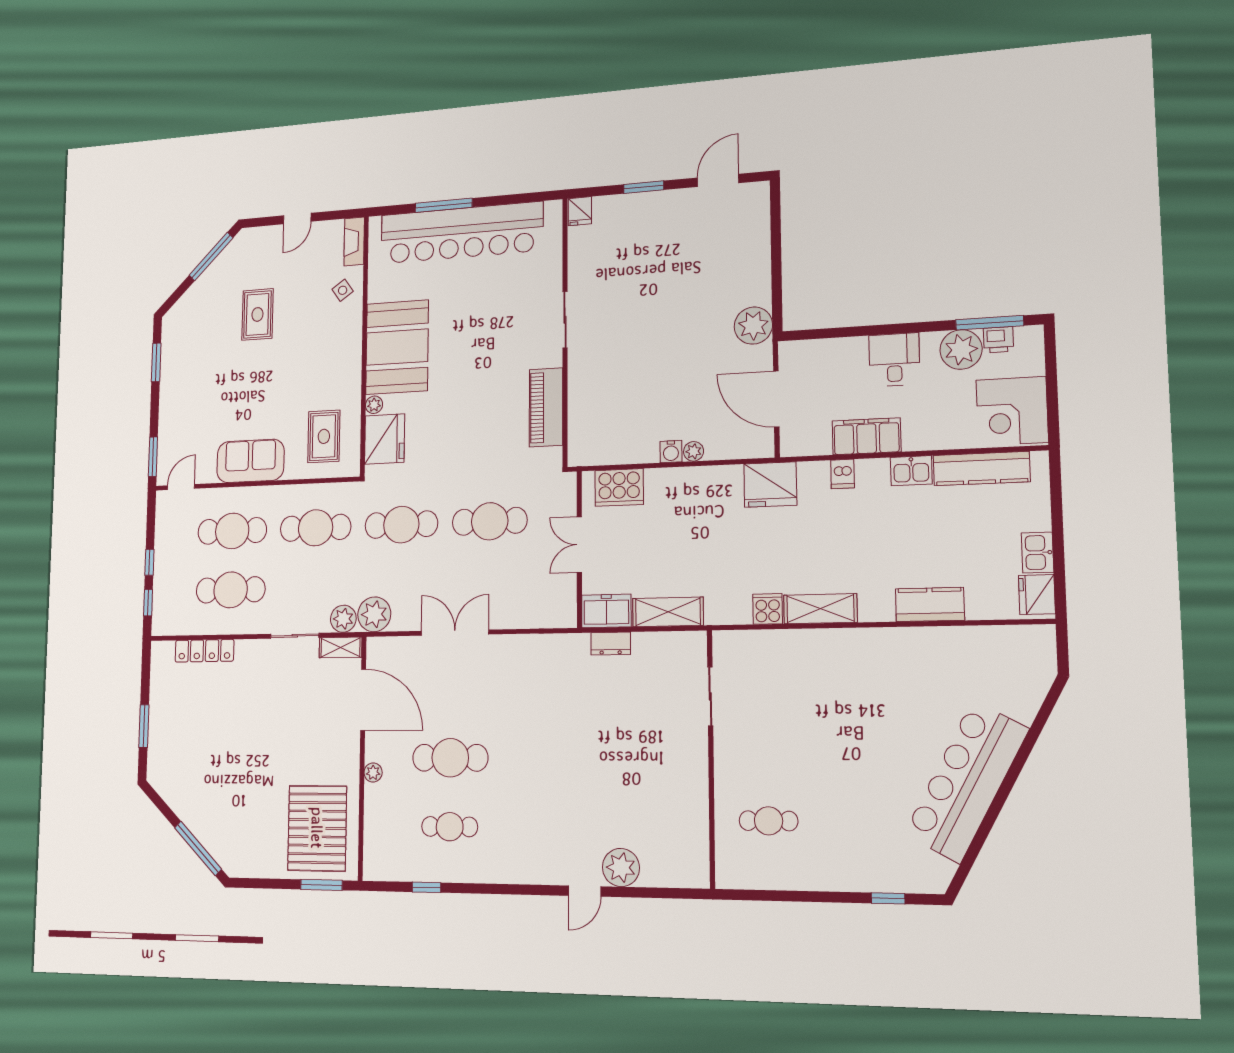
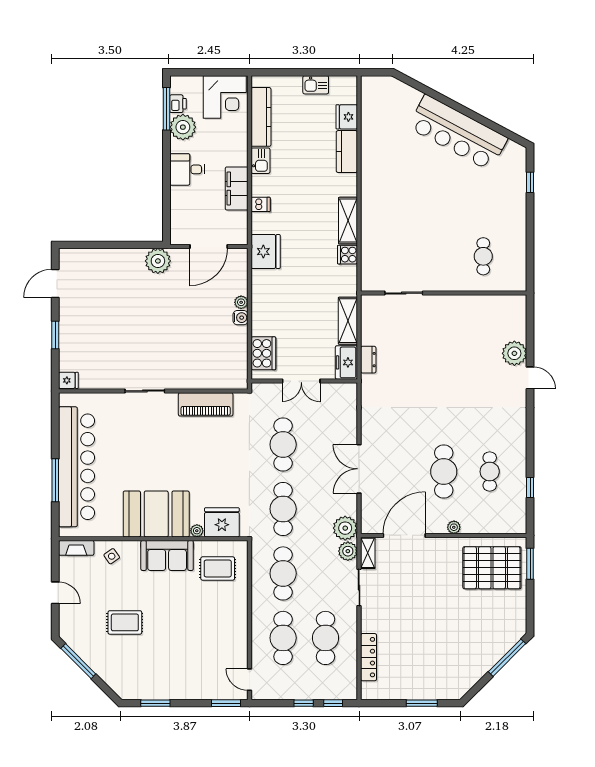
door: (718, 180) -> (55, 283), hinge flipped
sofa: (250, 461) -> (167, 555), moved, turned -90
fridge: (1037, 595) -> (347, 117), moved, turned 90

